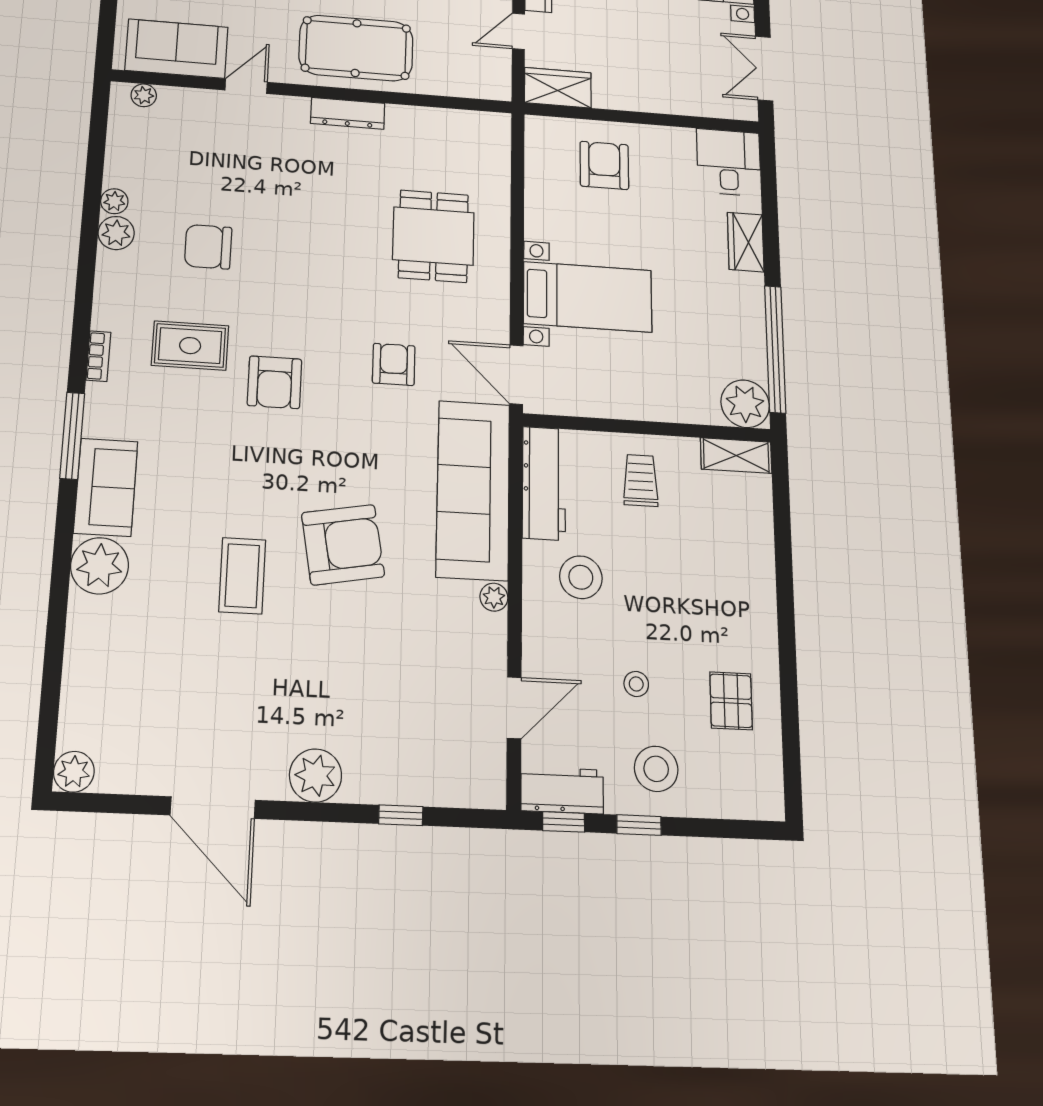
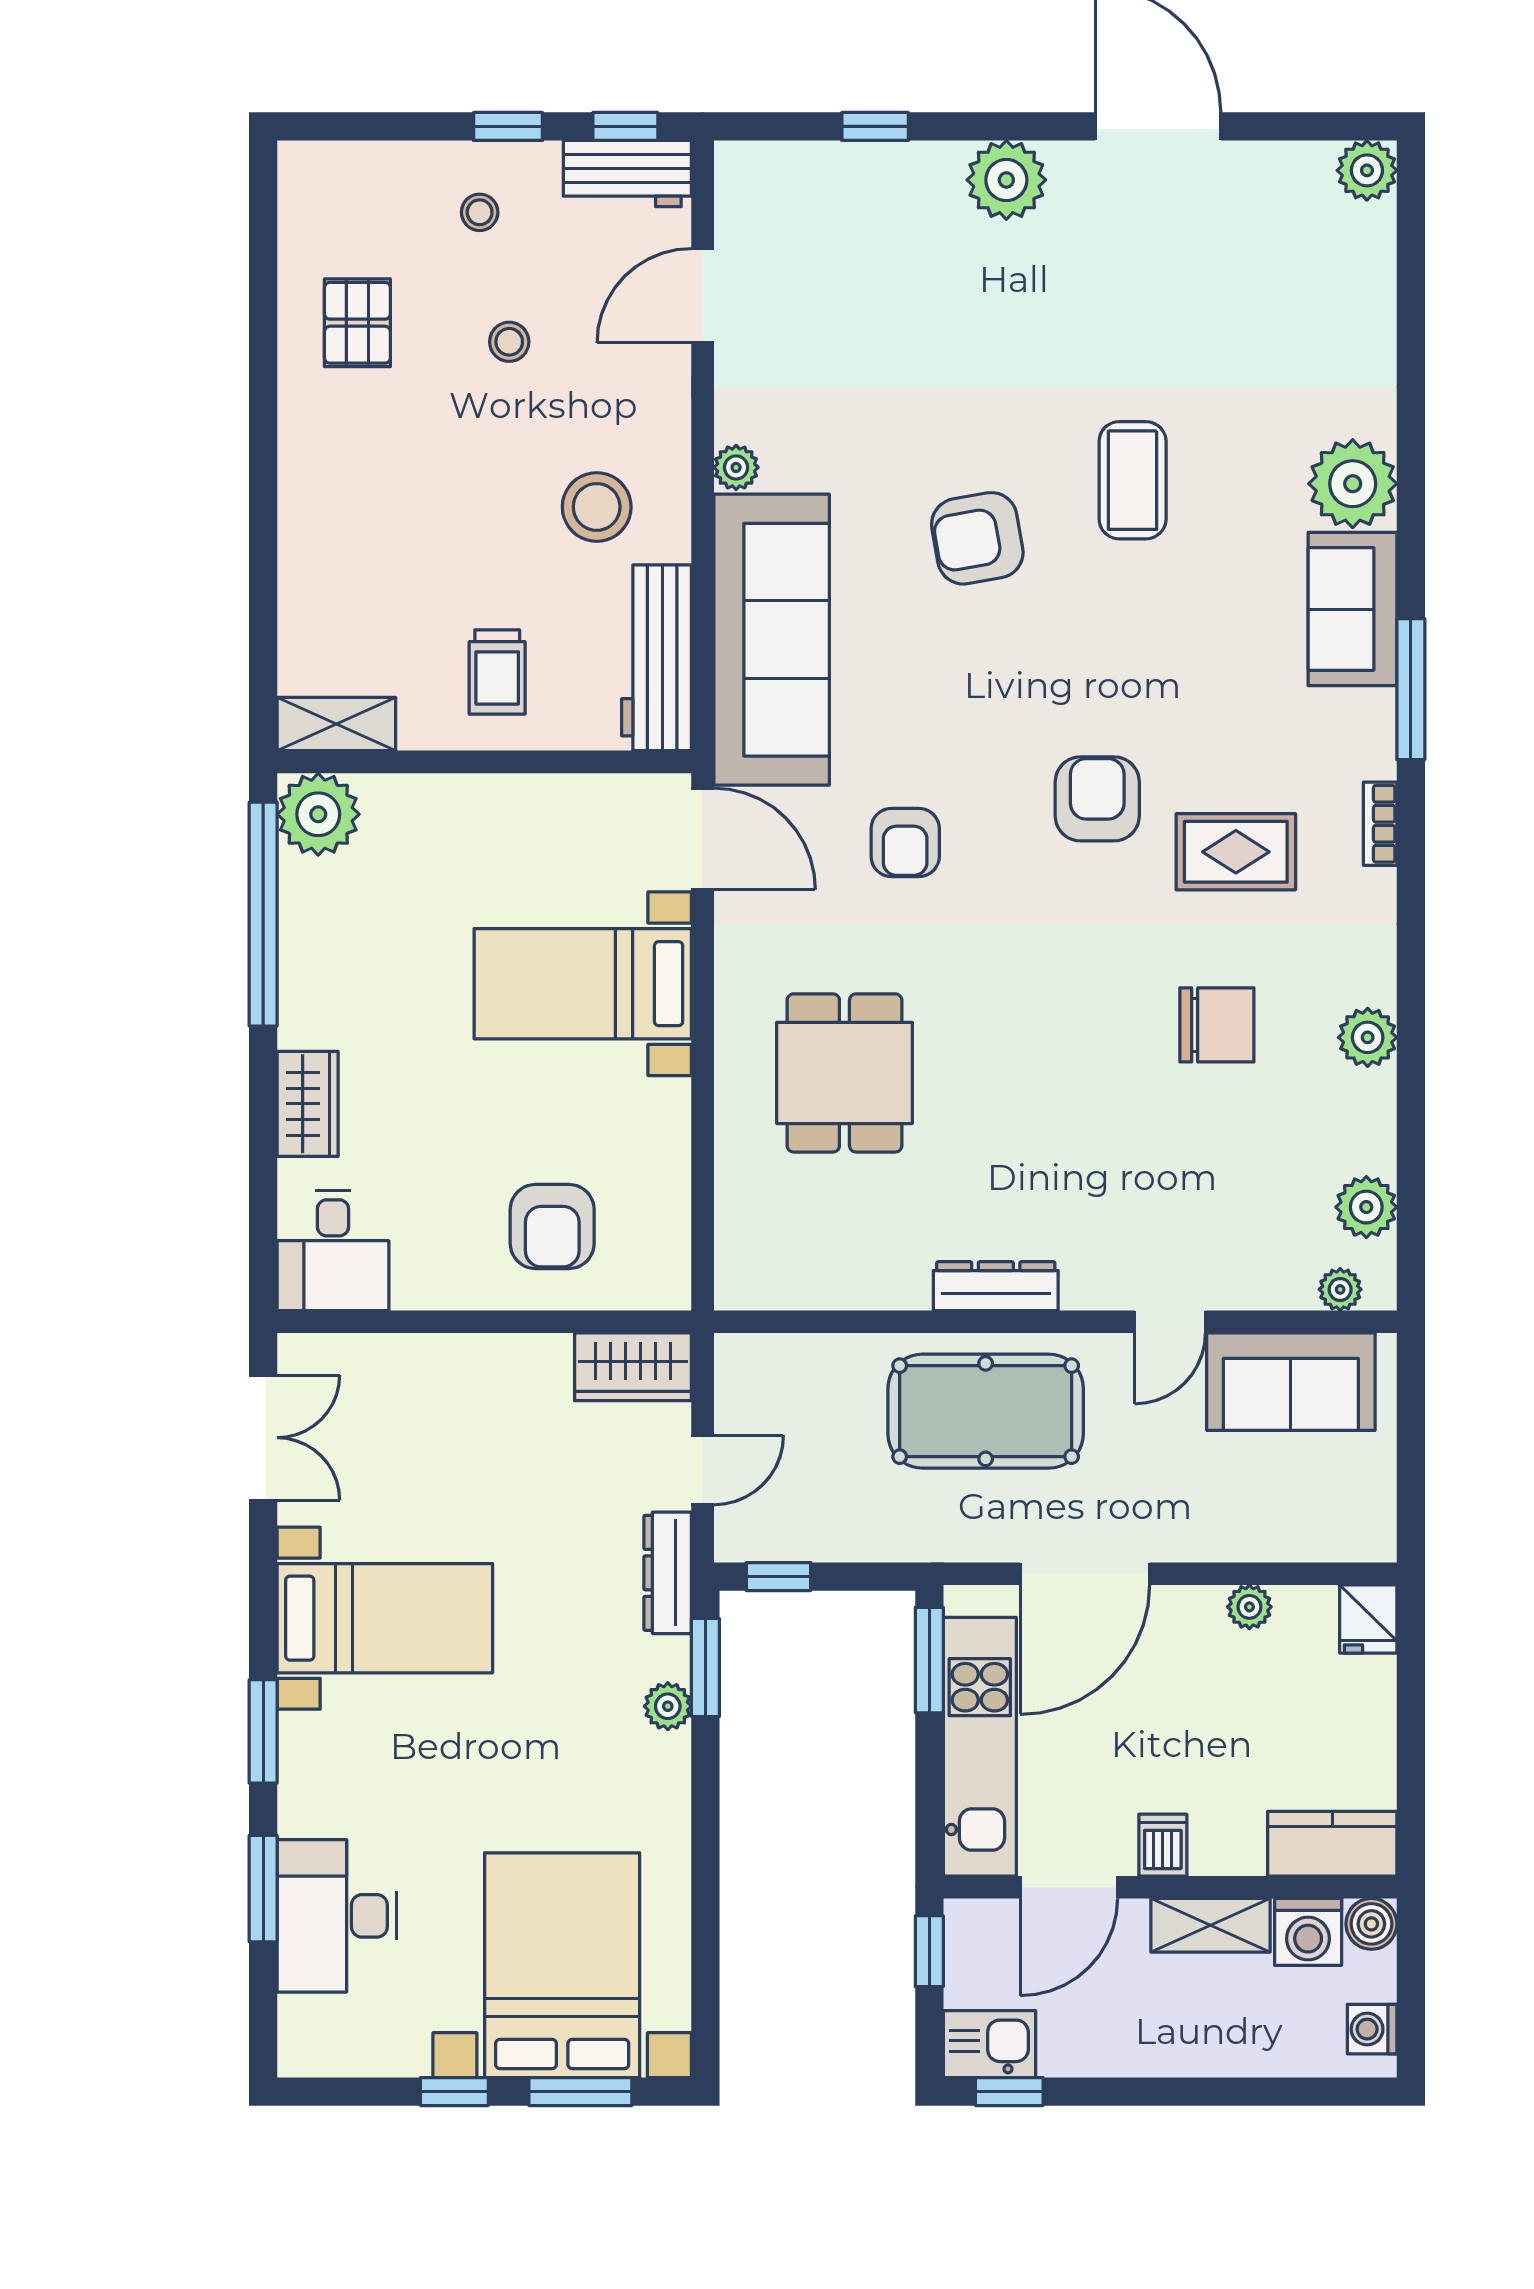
plant: (114, 201) -> (1366, 1207), moved, width x1.38, depth x1.38
armchair: (343, 545) -> (977, 538), width x0.73, depth x0.73
stool: (656, 769) -> (480, 212), width x0.53, depth x0.53

